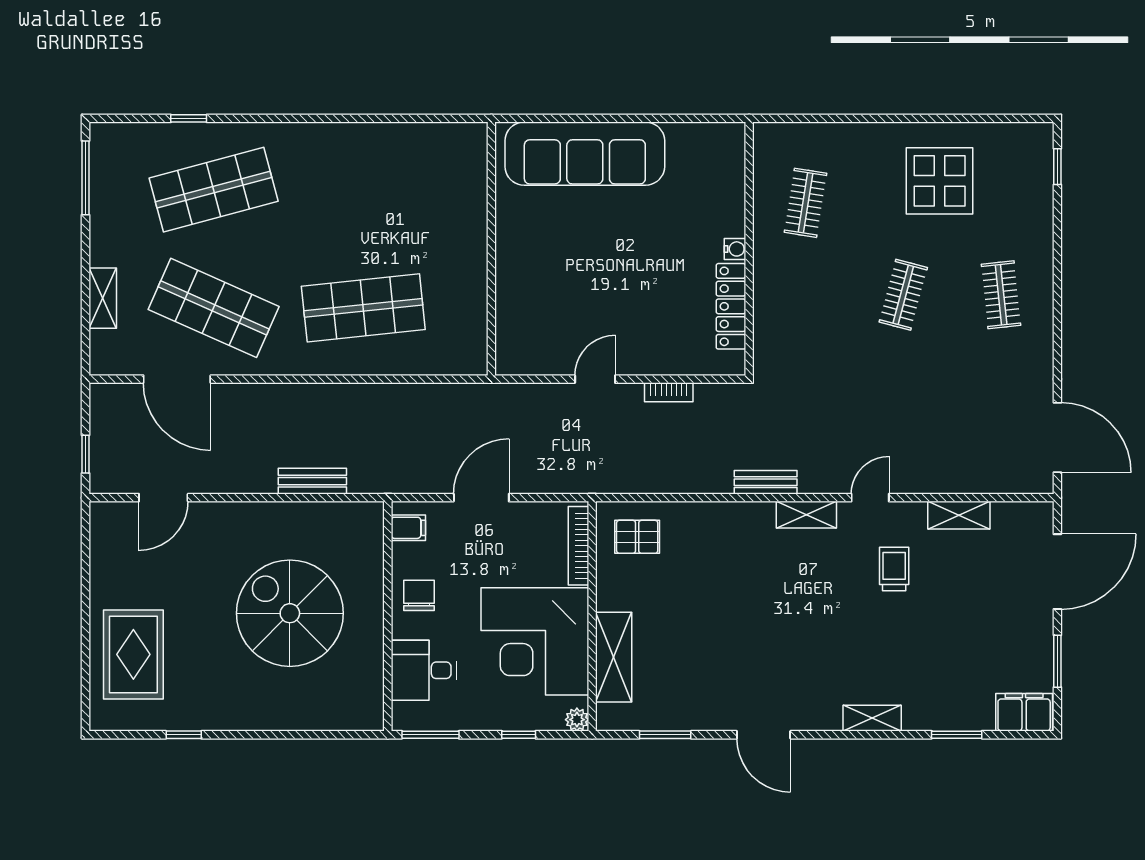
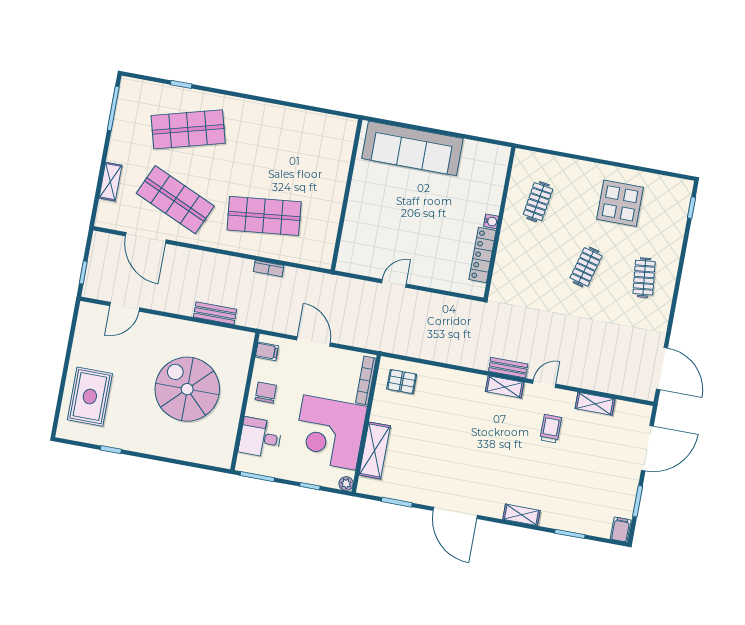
bookcase: (669, 392) -> (269, 269), moved
bench: (766, 482) -> (508, 368), moved
door: (481, 498) -> (313, 341), hinge flipped
filing cabinet: (1024, 712) -> (621, 529), width x0.50
door: (764, 735) -> (455, 513), width x1.36

